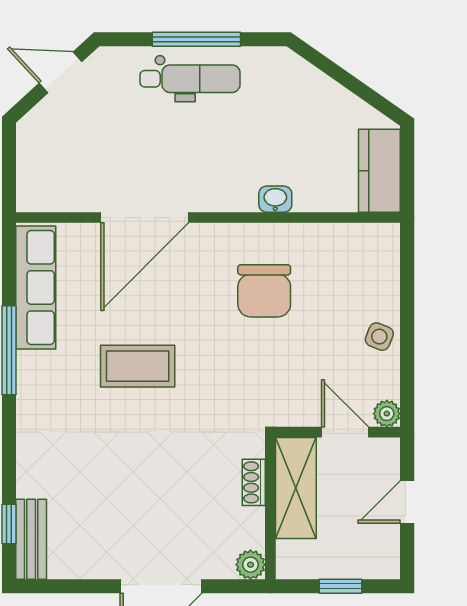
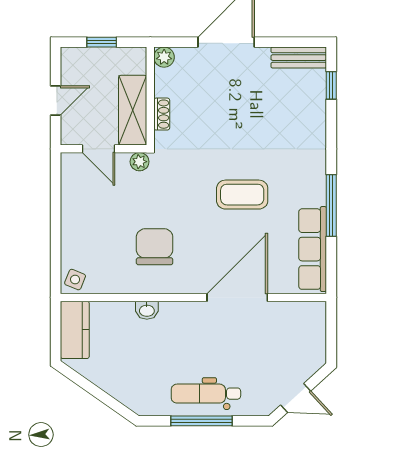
side table: (379, 337) -> (75, 280), moved
plant: (387, 414) -> (140, 162), moved
bench: (31, 539) -> (299, 58), moved, turned 90

